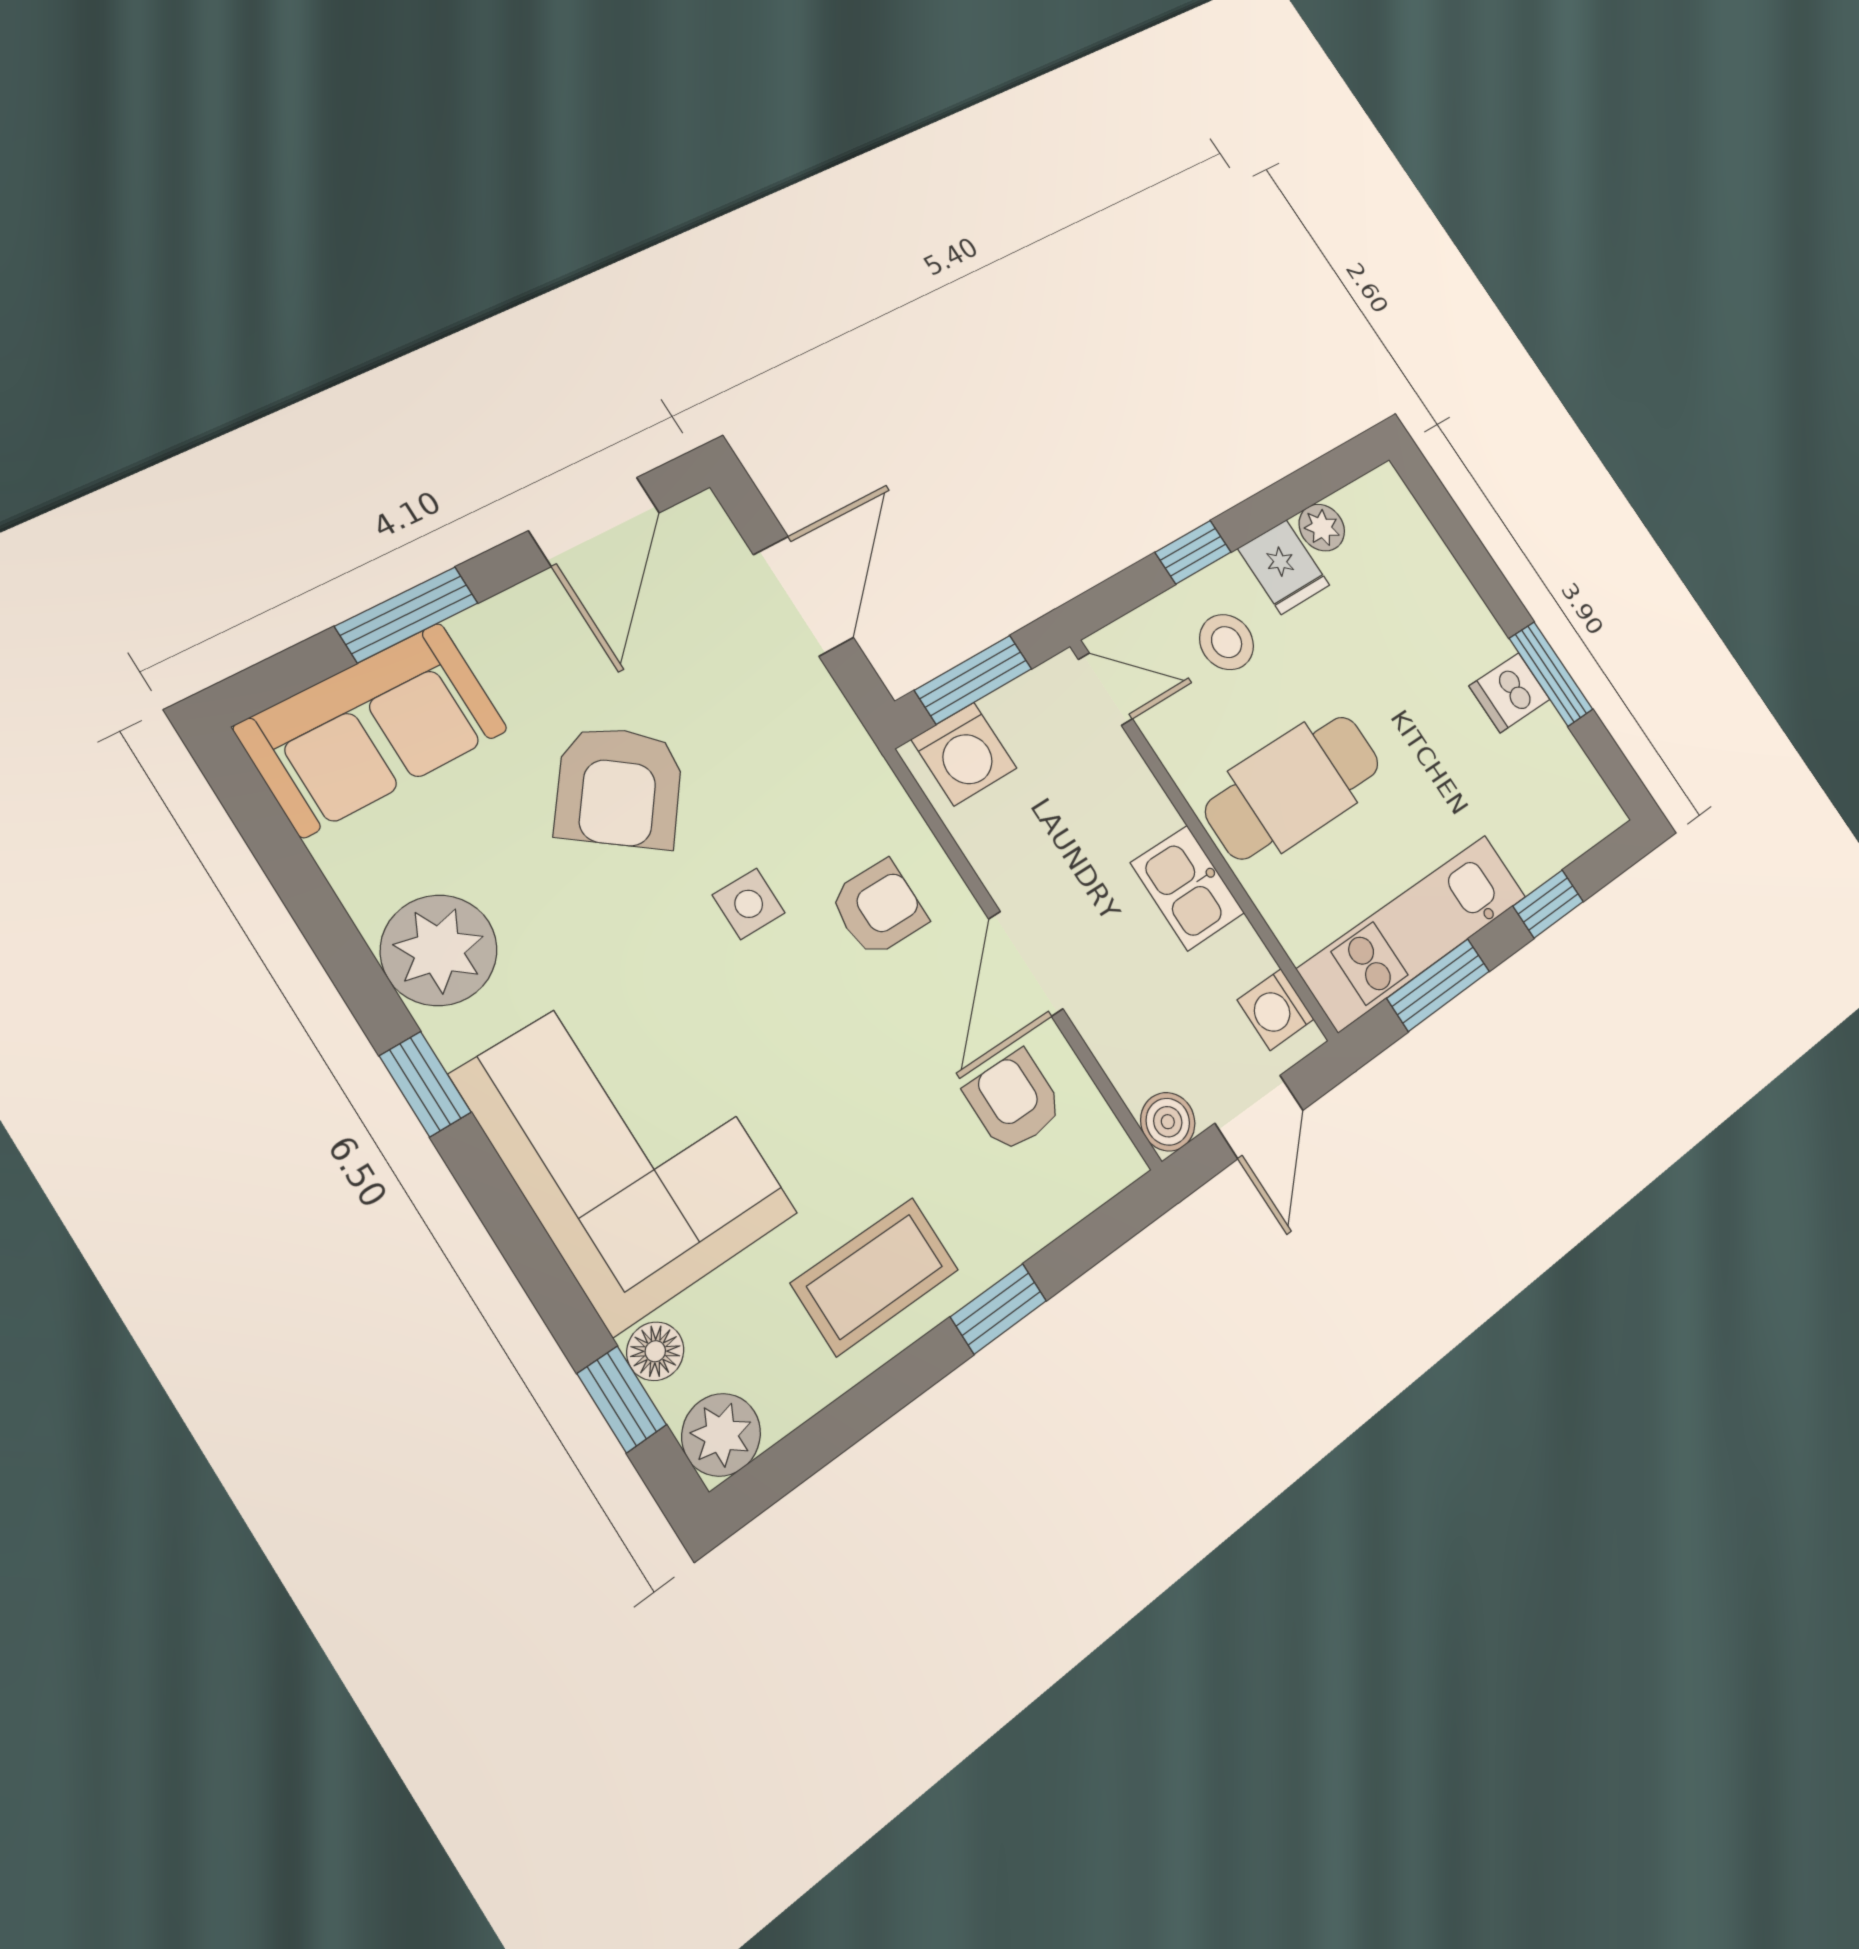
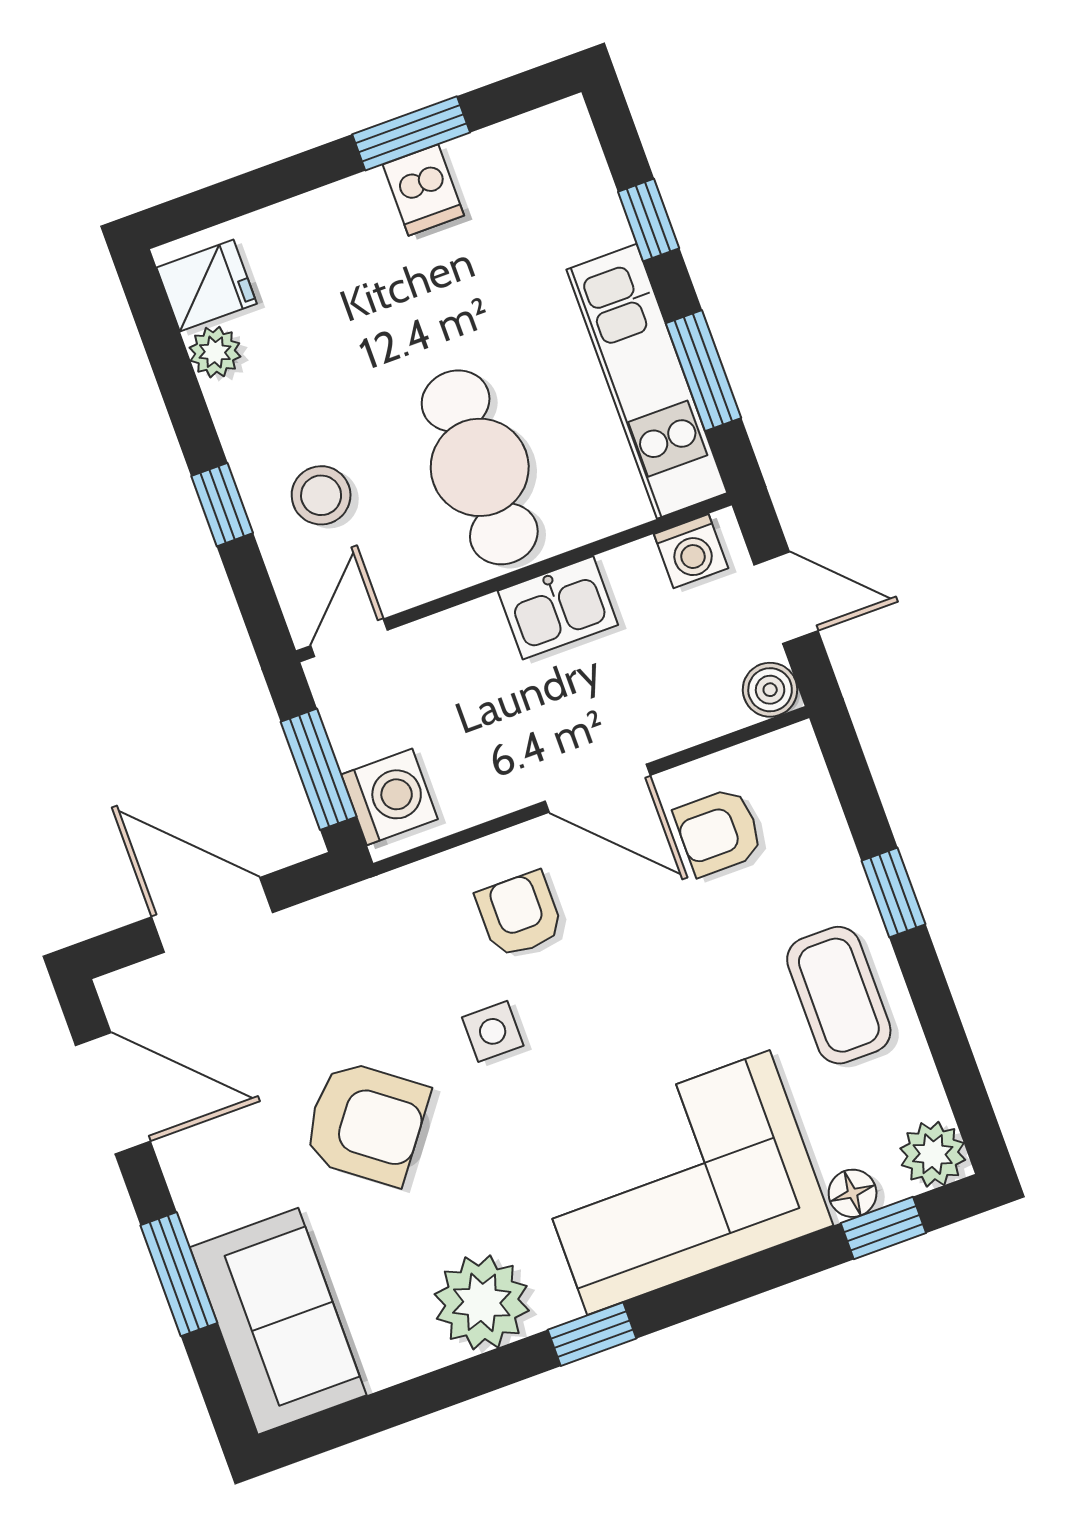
fridge: (1284, 567) -> (207, 286), moved

